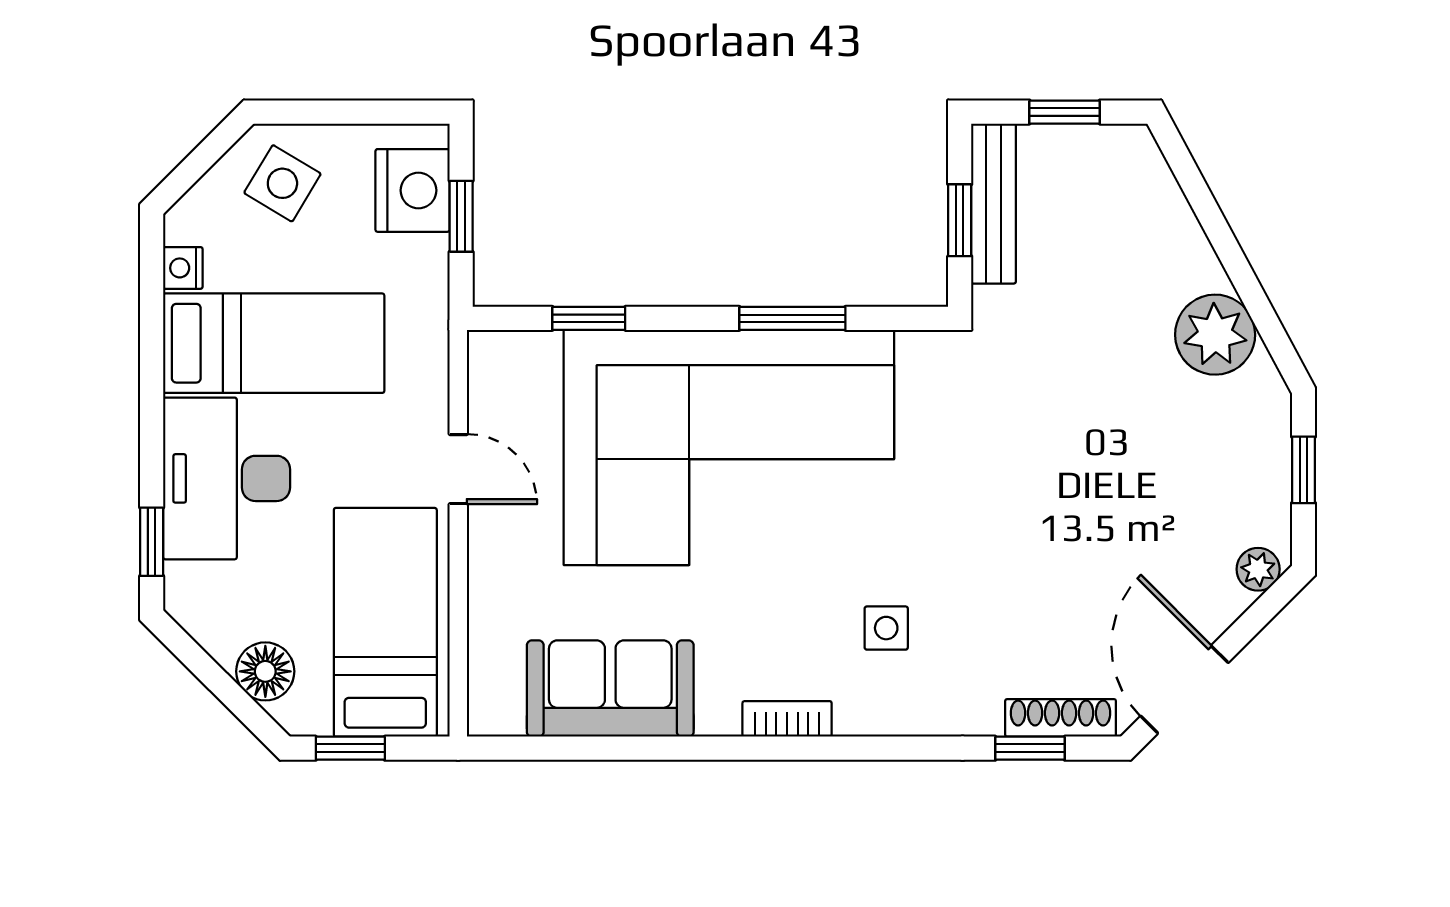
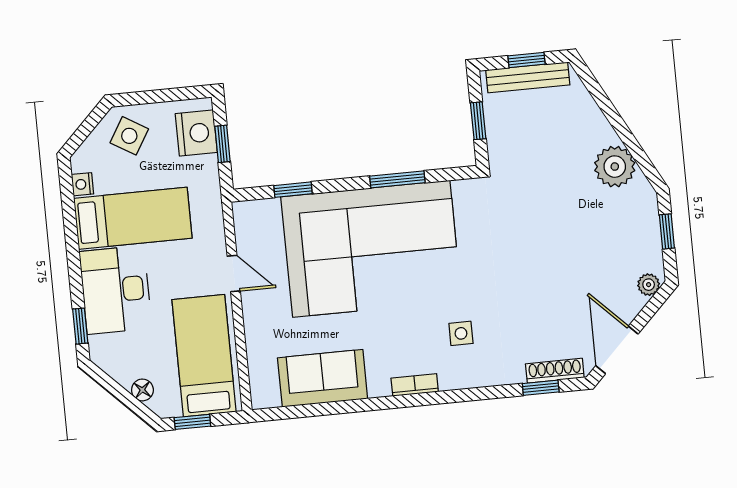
bench: (994, 204) -> (528, 77), moved, turned 90
floor lamp: (265, 671) -> (142, 390), width x0.73, depth x0.73

